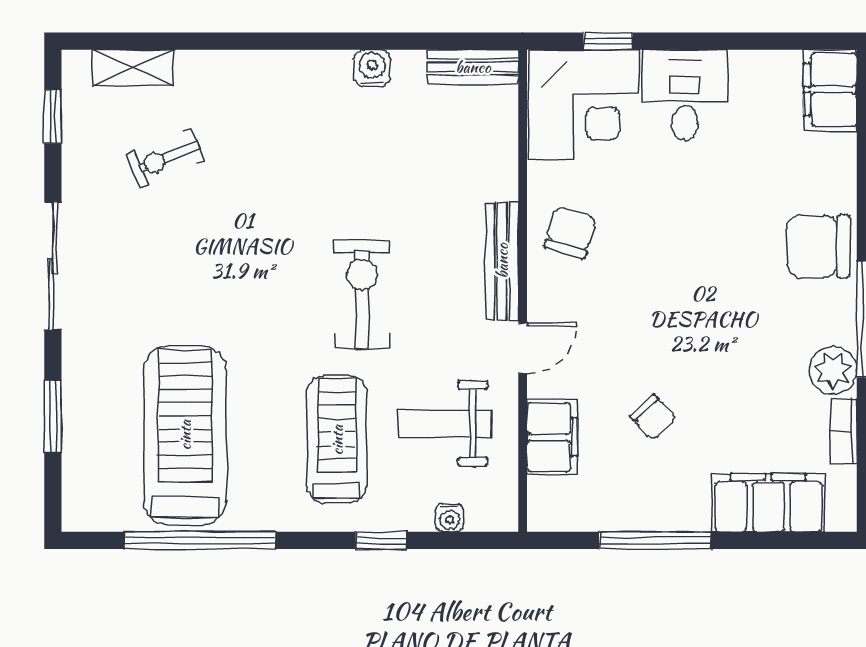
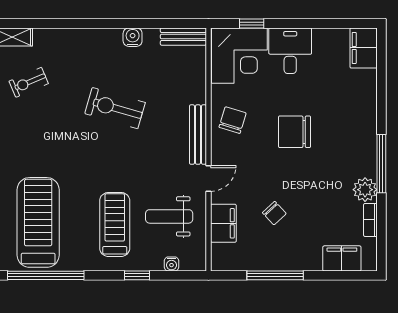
chair: (818, 246) -> (295, 132), moved
exercise bike: (362, 294) -> (115, 108), moved, turned -74
filing cabinet: (768, 503) -> (342, 258), width x0.67, depth x0.86

